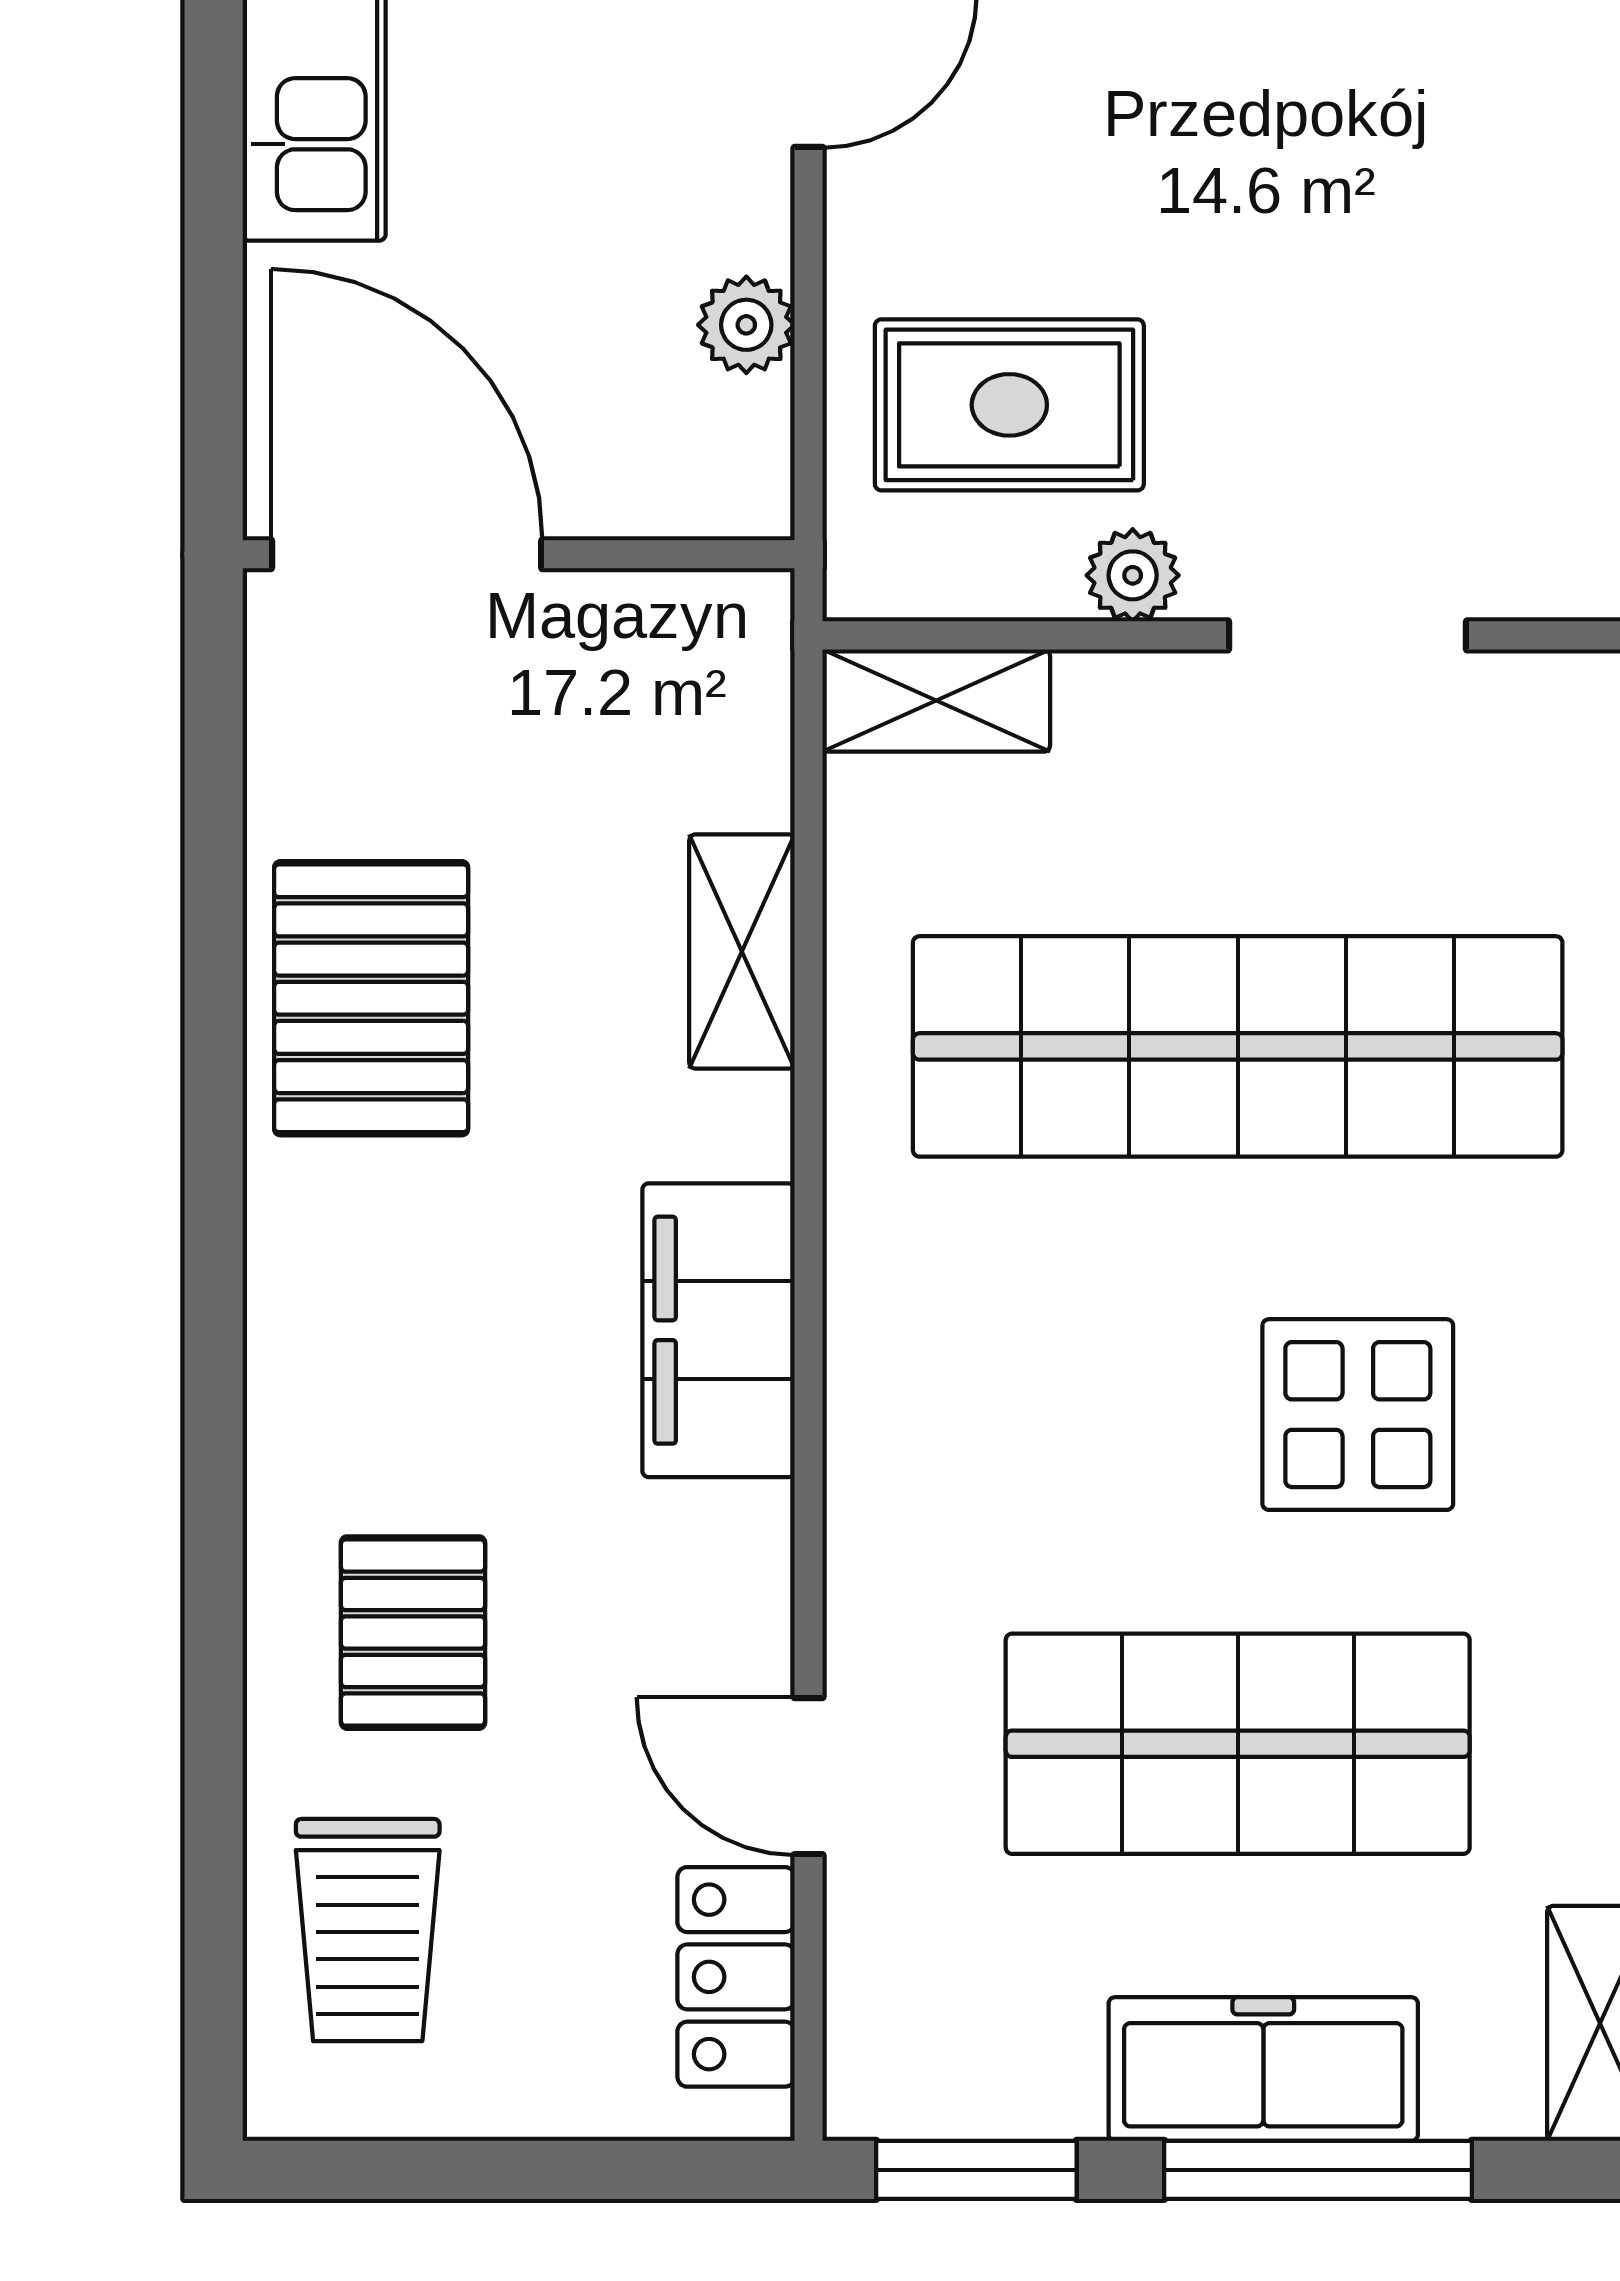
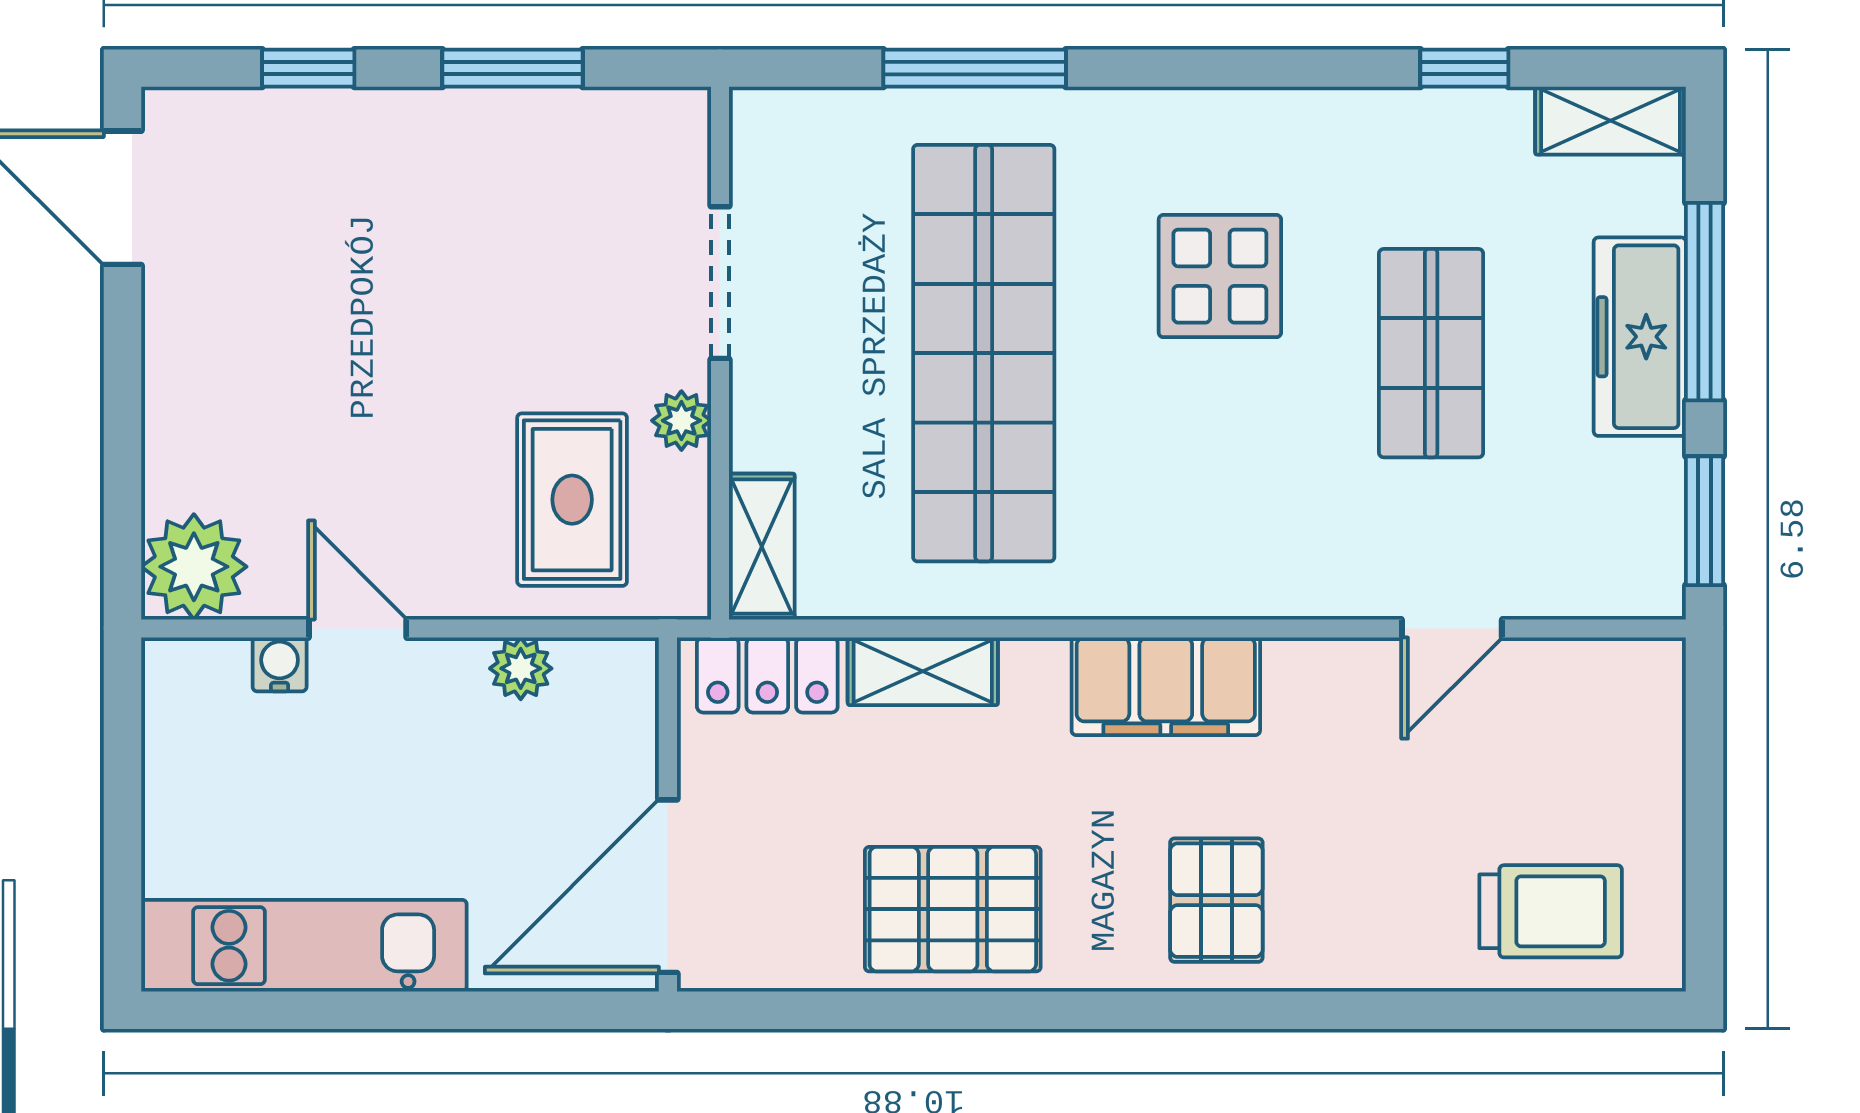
pallet: (413, 1633) -> (1216, 900), moved, turned 90
shop shelf: (1238, 1744) -> (1431, 353), width x0.70, depth x0.74
locker: (736, 1977) -> (767, 675), moved

